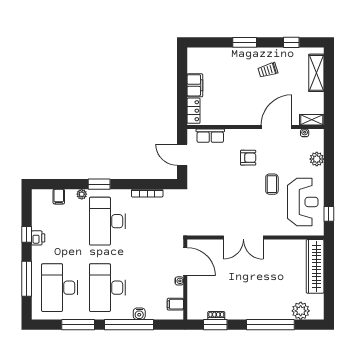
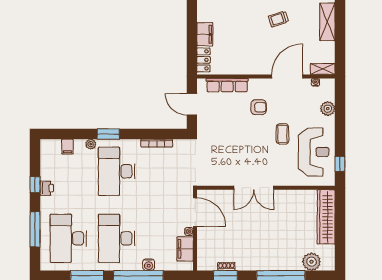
row of seats: (210, 136) -> (227, 85), width x1.48
filing cabinet: (175, 304) -> (185, 249), width x2.00

